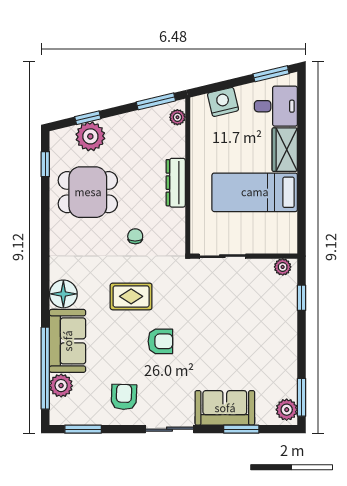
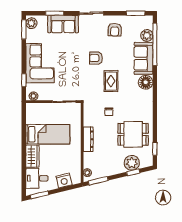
rug: (131, 296) -> (111, 81), turned 90
corner sofa: (270, 331) -> (40, 63), added

